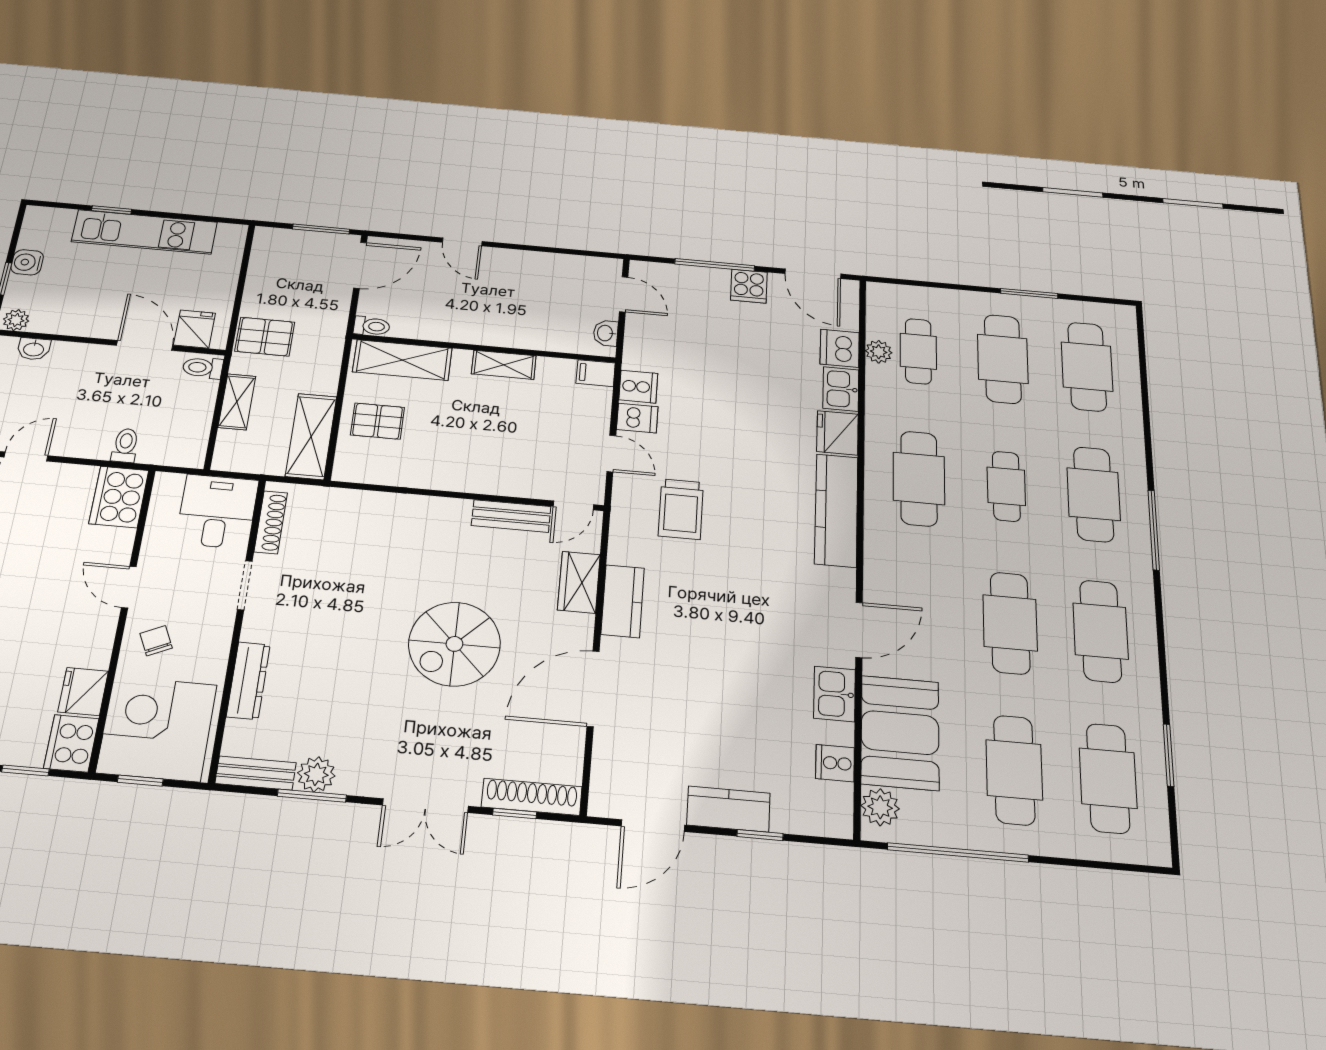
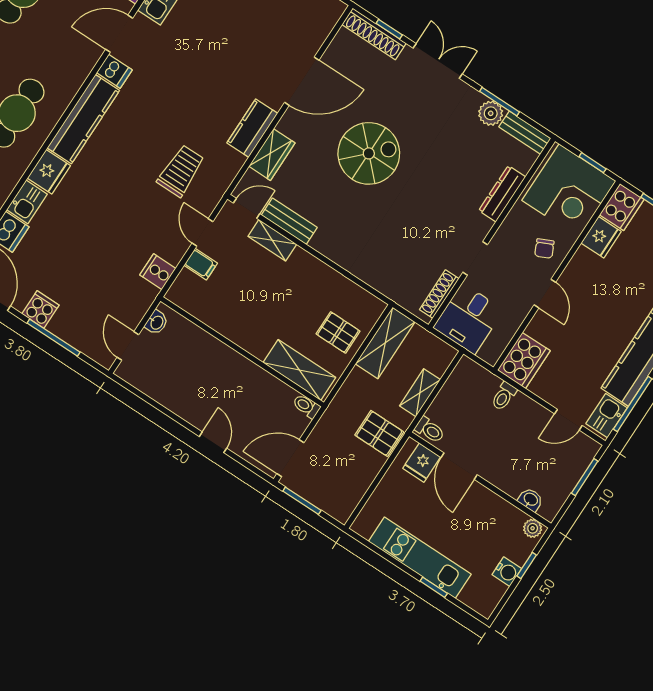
shelving: (504, 365) -> (272, 240), moved
filing cabinet: (596, 373) -> (201, 264), moved
dishwasher: (637, 418) -> (114, 71), moved, turned 180

